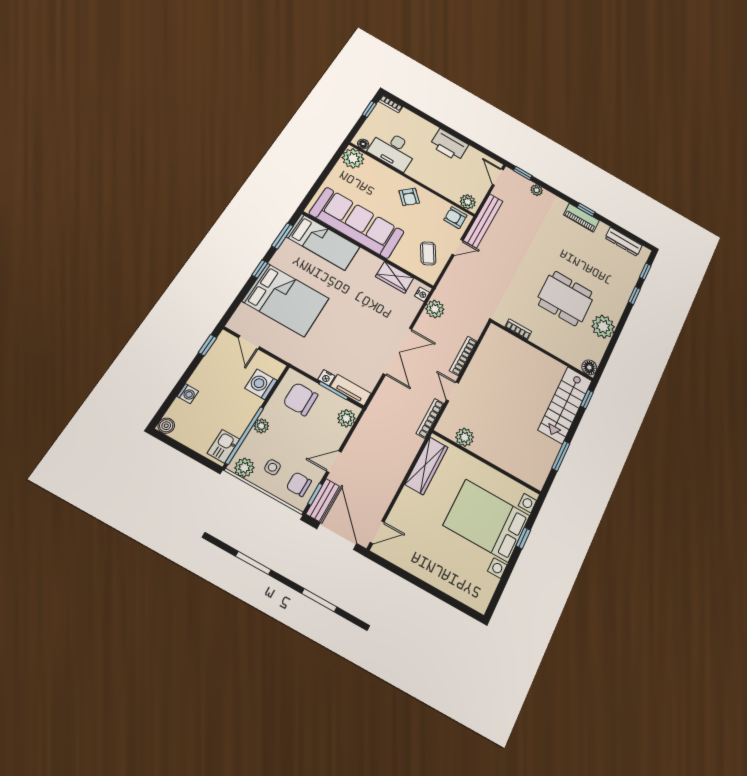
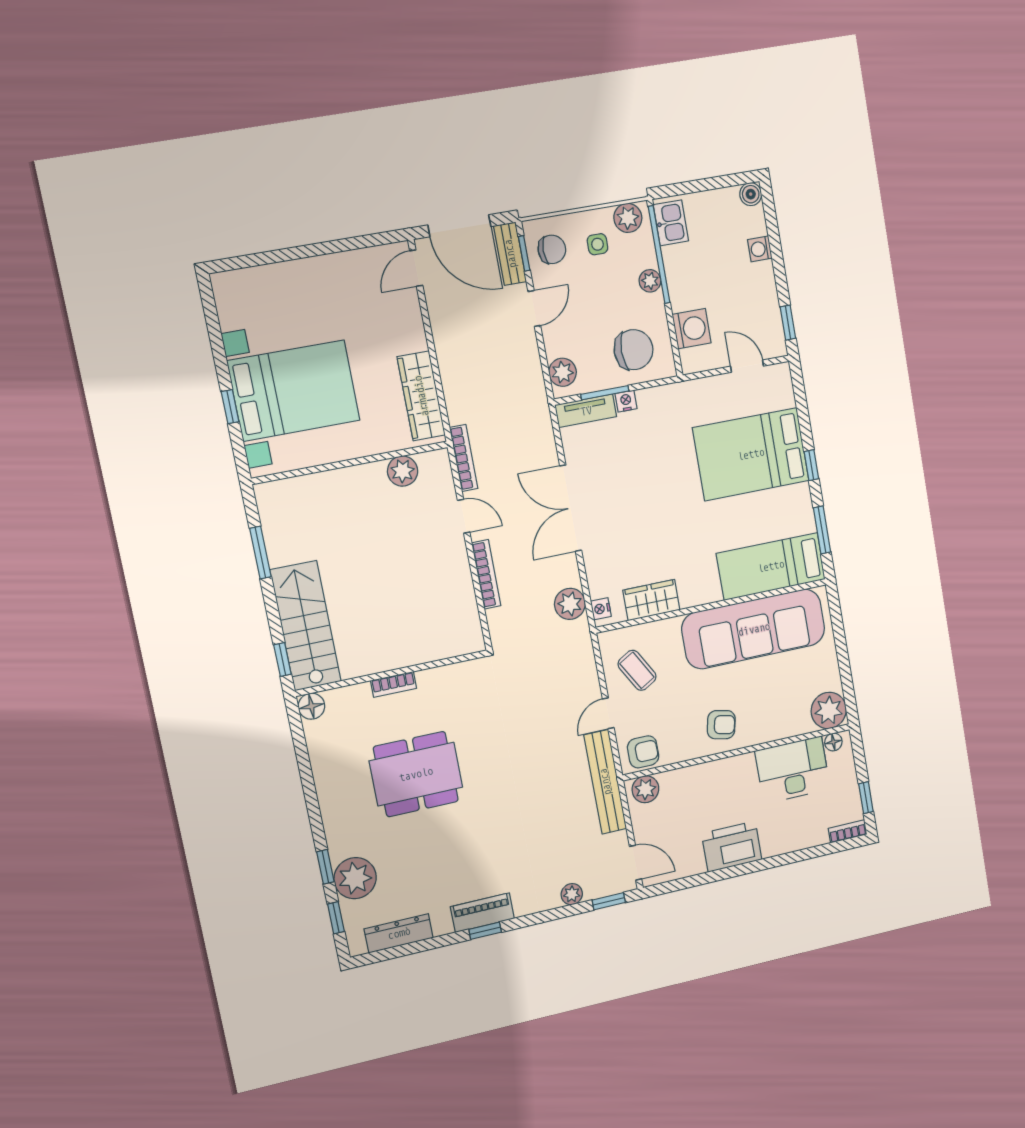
armchair: (409, 197) -> (721, 725), turned 145
plant: (603, 327) -> (355, 878), moved
bookcase: (518, 329) -> (394, 684), moved

